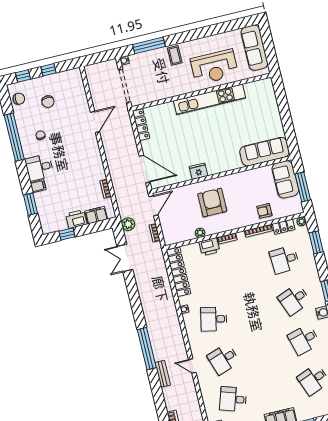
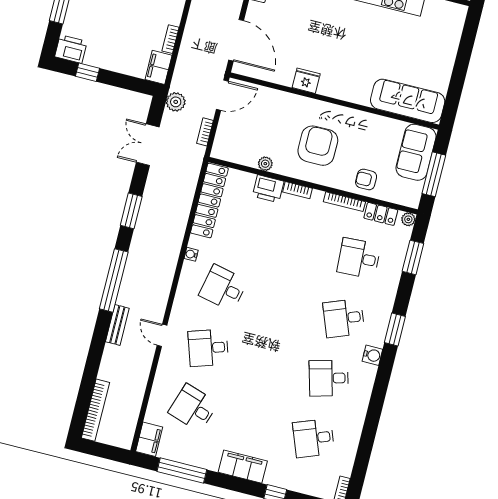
armchair: (212, 203) -> (318, 146), moved
filing cabinet: (96, 215) -> (159, 67), moved, turned -90
printer: (76, 219) -> (71, 49), moved
window: (136, 302) -> (131, 211), added

